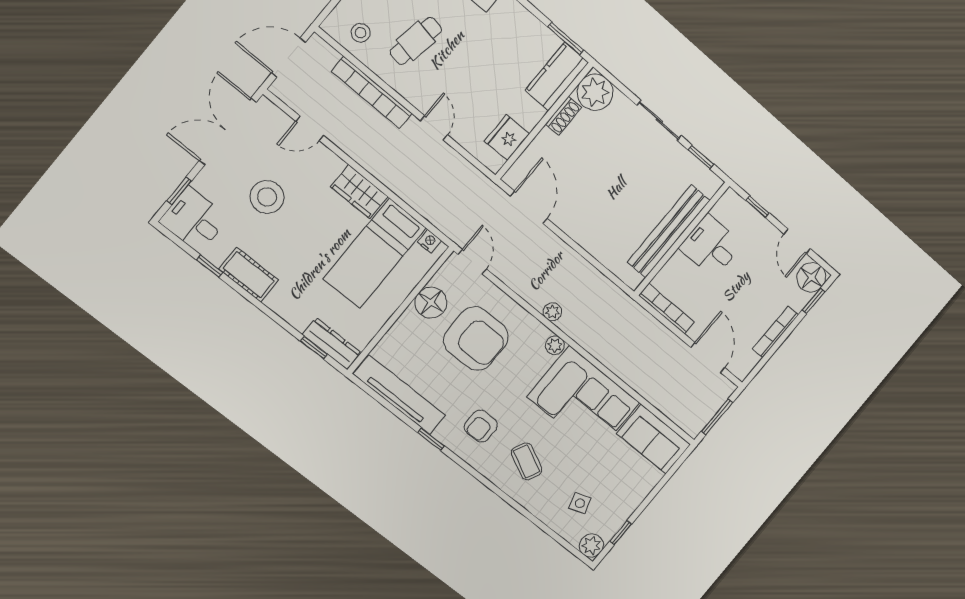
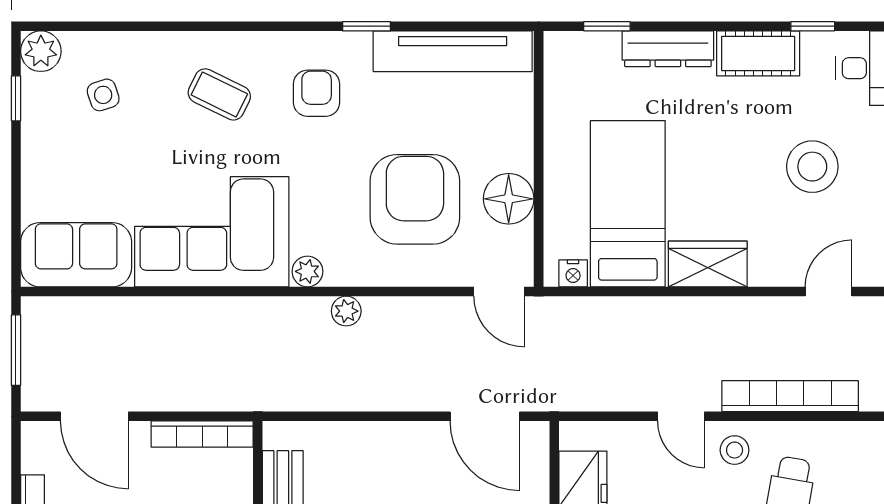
stool: (361, 33) -> (735, 450), moved
armchair: (476, 339) -> (415, 199), turned 90
dresser: (332, 344) -> (668, 49), moved

